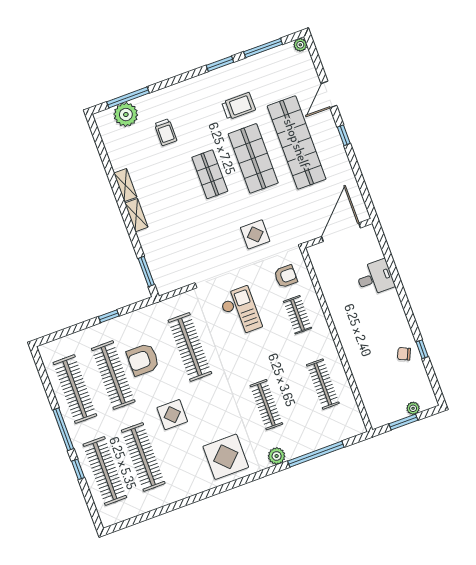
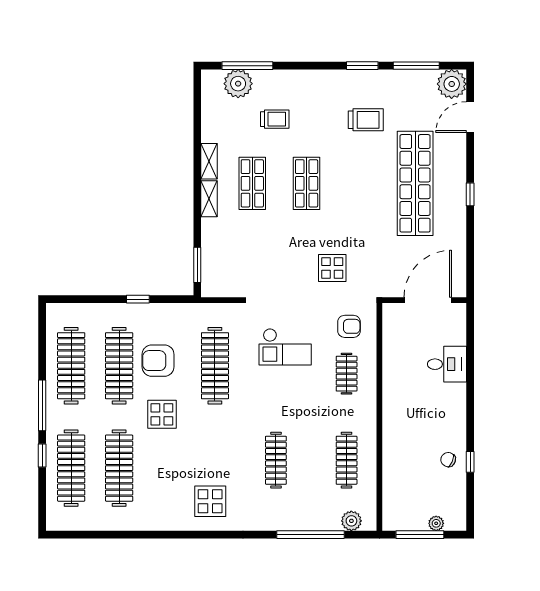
plant: (300, 45) -> (452, 84), width x1.88, depth x1.88
door: (329, 95) -> (470, 117), moved
trolley: (166, 132) -> (275, 119), turned -90
shop shelf: (253, 158) -> (252, 183), moved, width x0.70, depth x0.74
checkout: (240, 311) -> (285, 347), turned 90
display table: (172, 415) -> (162, 414), moved
window: (403, 422) -> (420, 535), width x1.44
plant: (277, 456) -> (351, 521), moved
display table: (226, 457) -> (210, 501), width x0.73, depth x0.73

